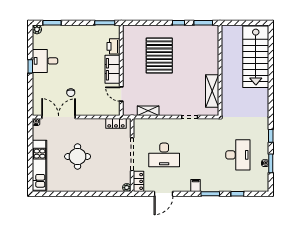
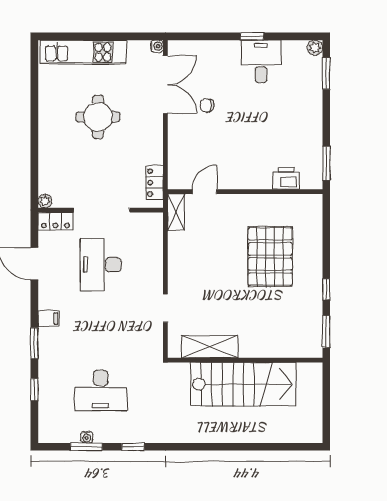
pallet: (159, 56) -> (270, 256), turned 90
stairs: (256, 57) -> (243, 384), moved, turned 180
filing cabinet: (113, 69) -> (247, 177), removed
shelving: (148, 111) -> (176, 212), moved

